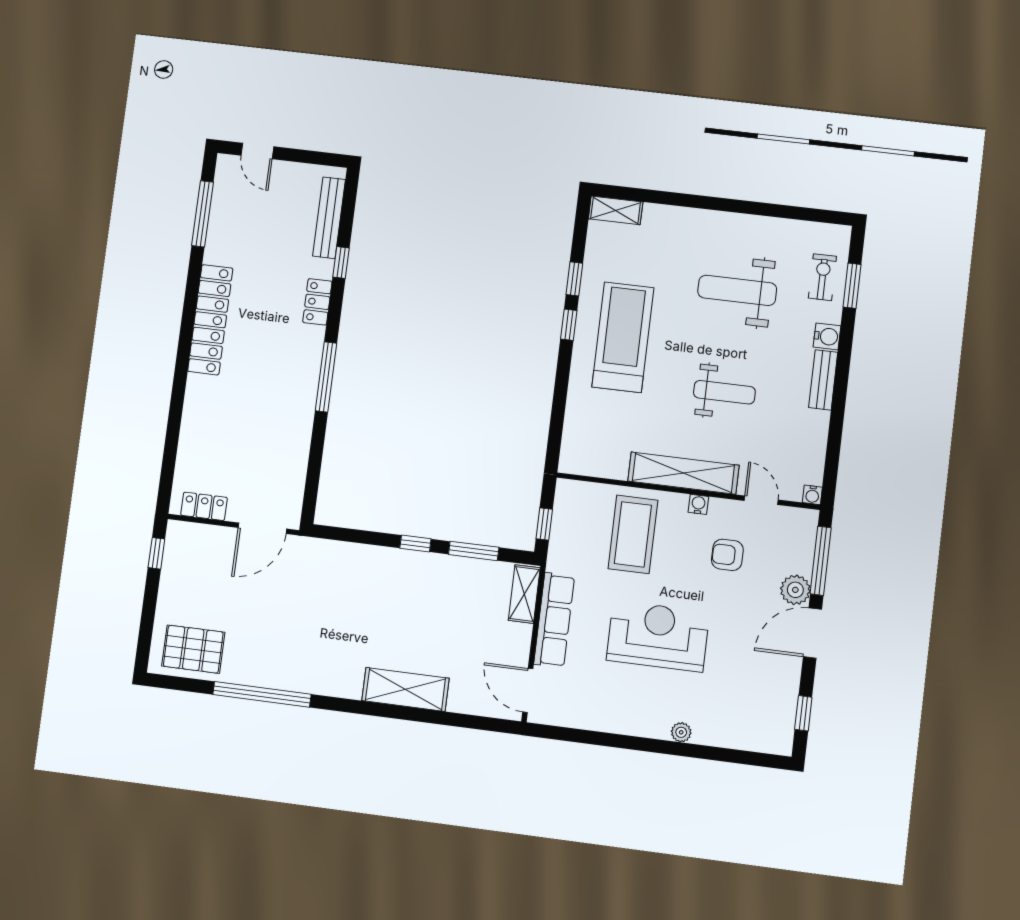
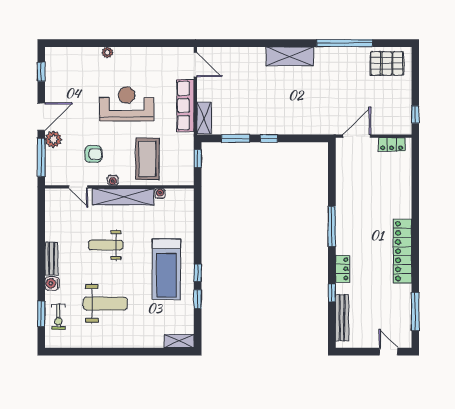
water cooler: (812, 495) -> (160, 193), moved
reception desk: (658, 636) -> (127, 104), turned 180
shelving: (405, 689) -> (290, 56), moved

